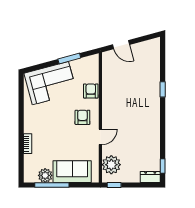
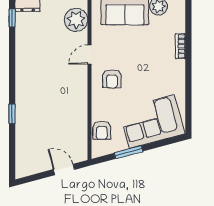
armchair: (91, 91) -> (102, 130), moved

